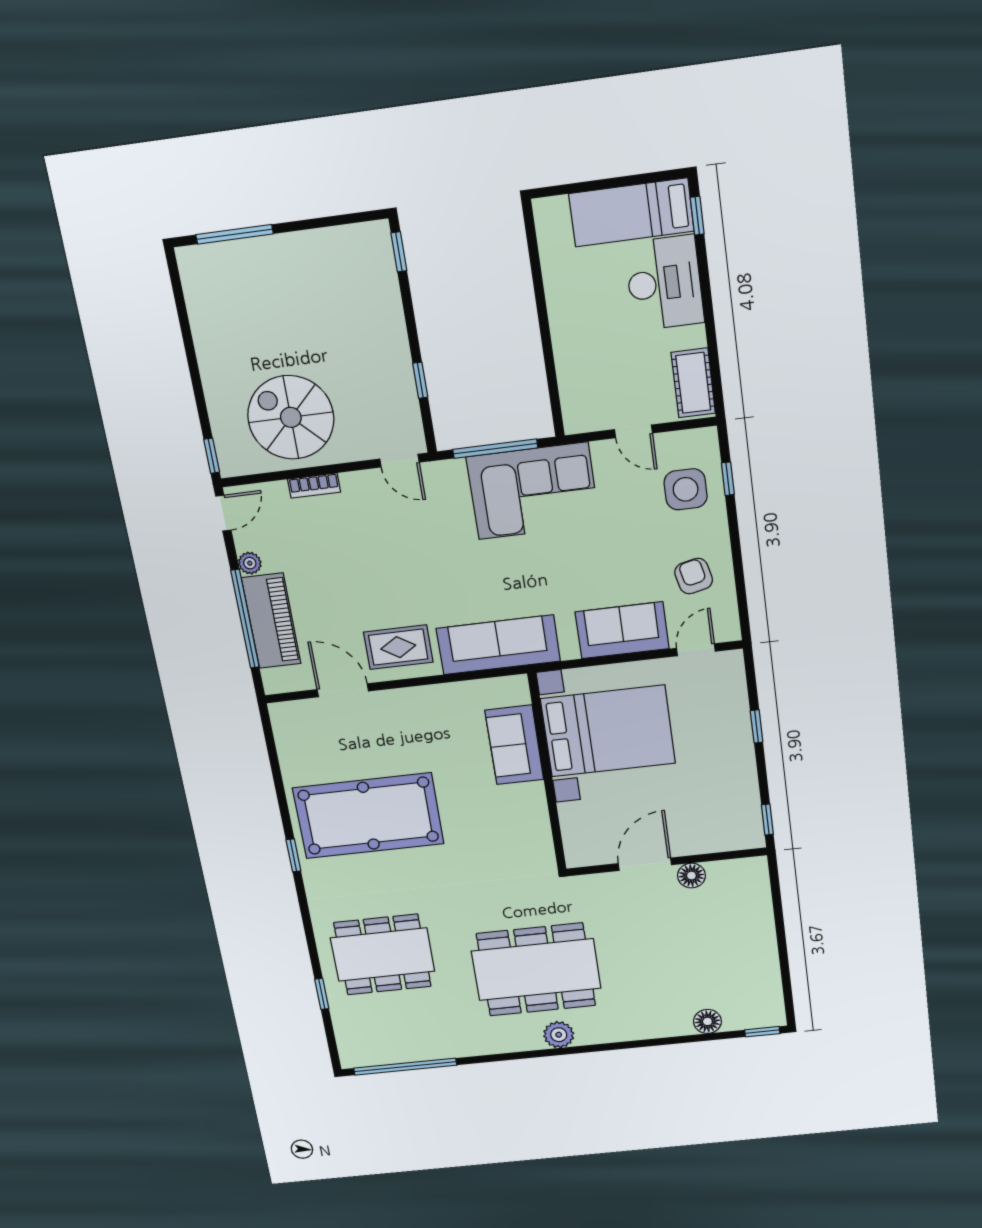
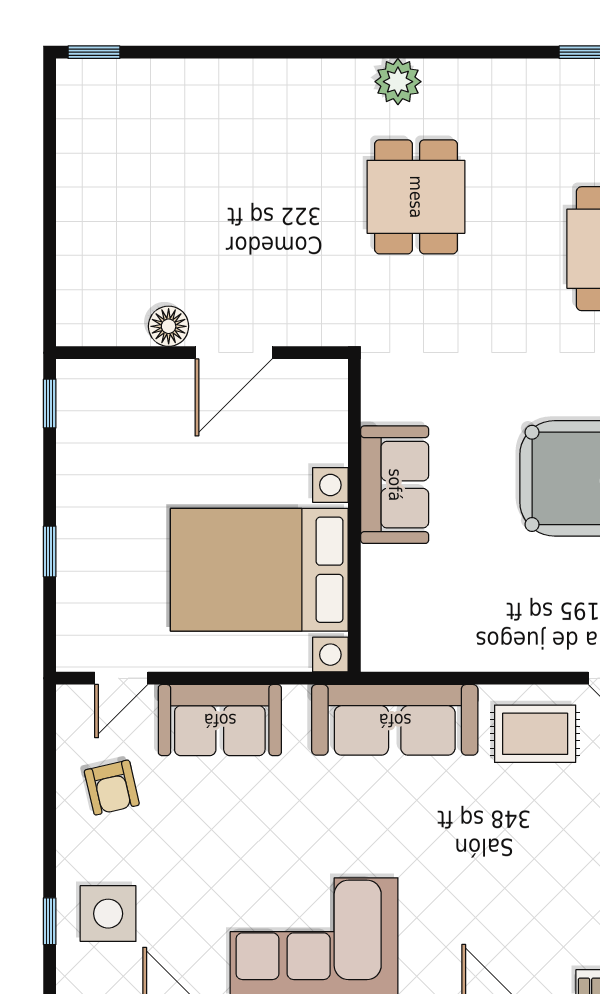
sofa: (514, 745) -> (395, 485), moved
dining table: (536, 970) -> (416, 197), width x0.53, depth x0.80
floor lamp: (707, 1021) -> (173, 79), removed

